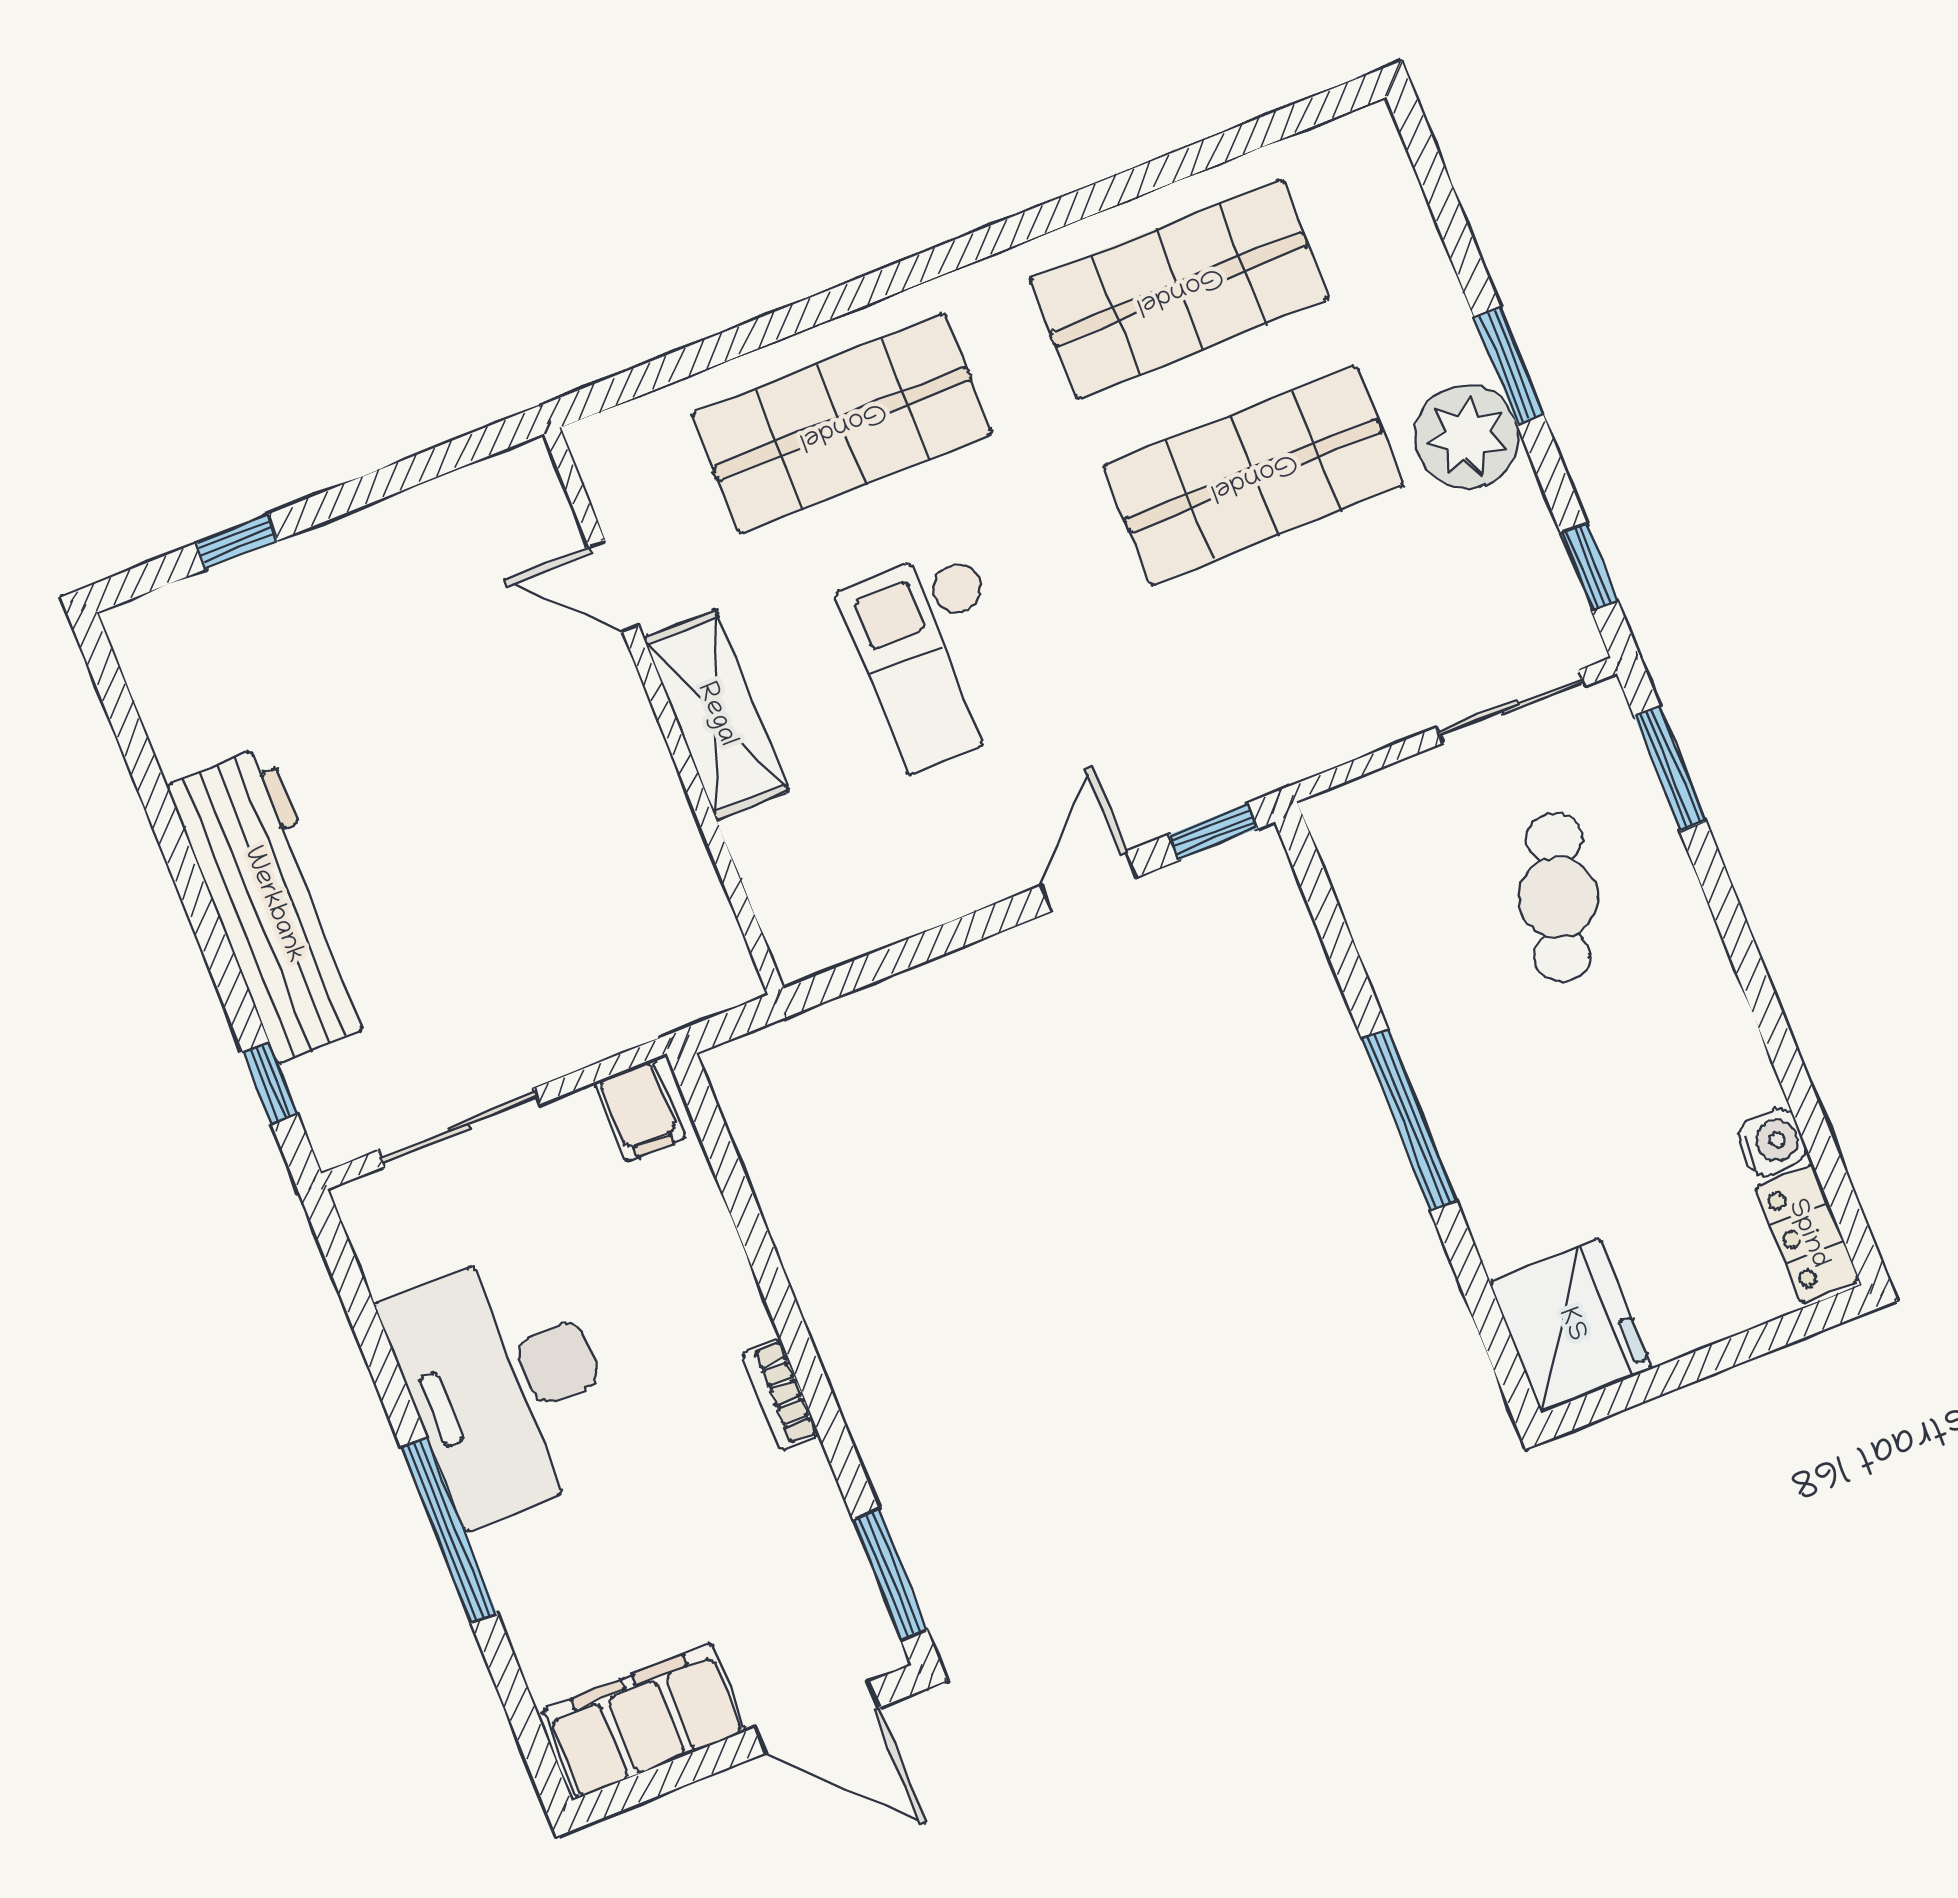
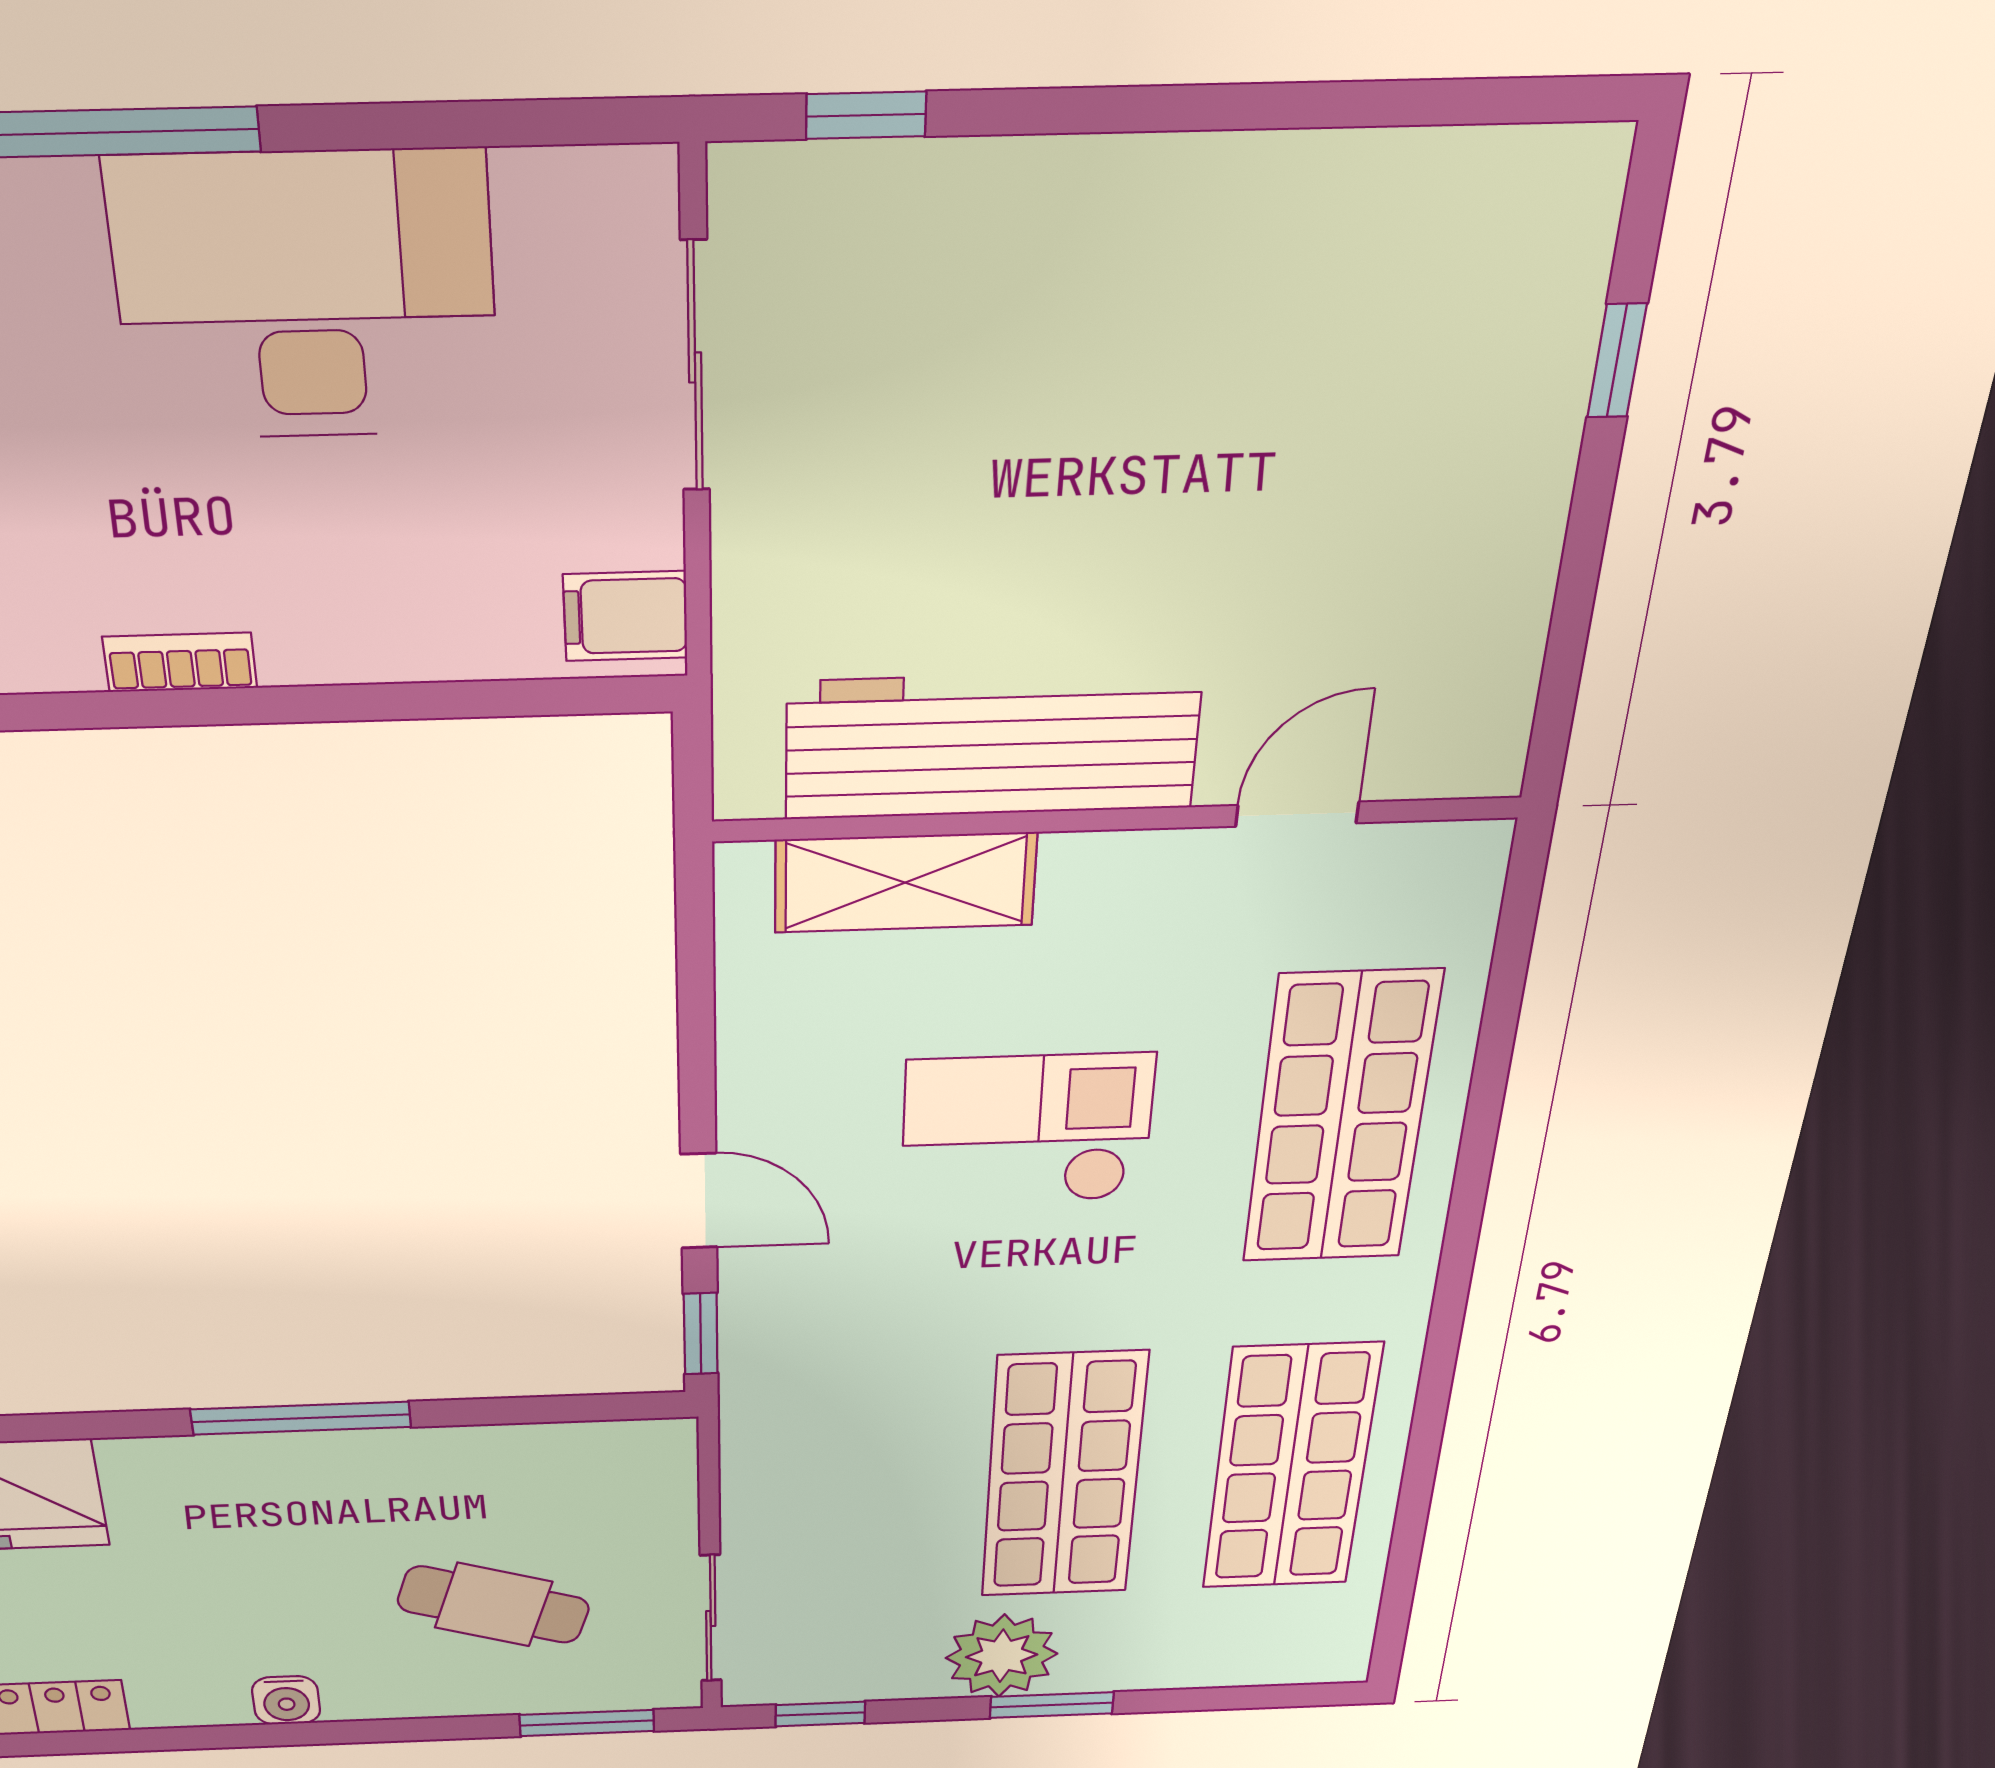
shelving: (716, 715) -> (905, 883), moved
workbench: (273, 905) -> (992, 745), moved, turned 180
water cooler: (1772, 1142) -> (286, 1700), moved

